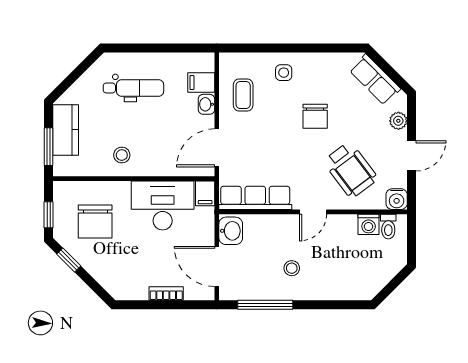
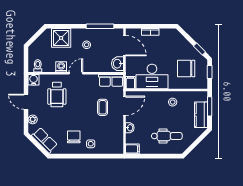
filing cabinet: (201, 82) -> (132, 149), moved
dental chair: (133, 88) -> (167, 136), turned 180
coffee table: (243, 95) -> (103, 107), moved
chair: (315, 116) -> (74, 137), moved
door: (412, 156) -> (26, 102), hinge flipped
wheelchair: (351, 170) -> (57, 95), turned -143
row of seats: (255, 198) -> (111, 80), width x0.68
chair: (95, 221) -> (186, 68), turned -90
washing machine: (369, 224) -> (61, 67), moved
shower: (342, 282) -> (61, 38), added

